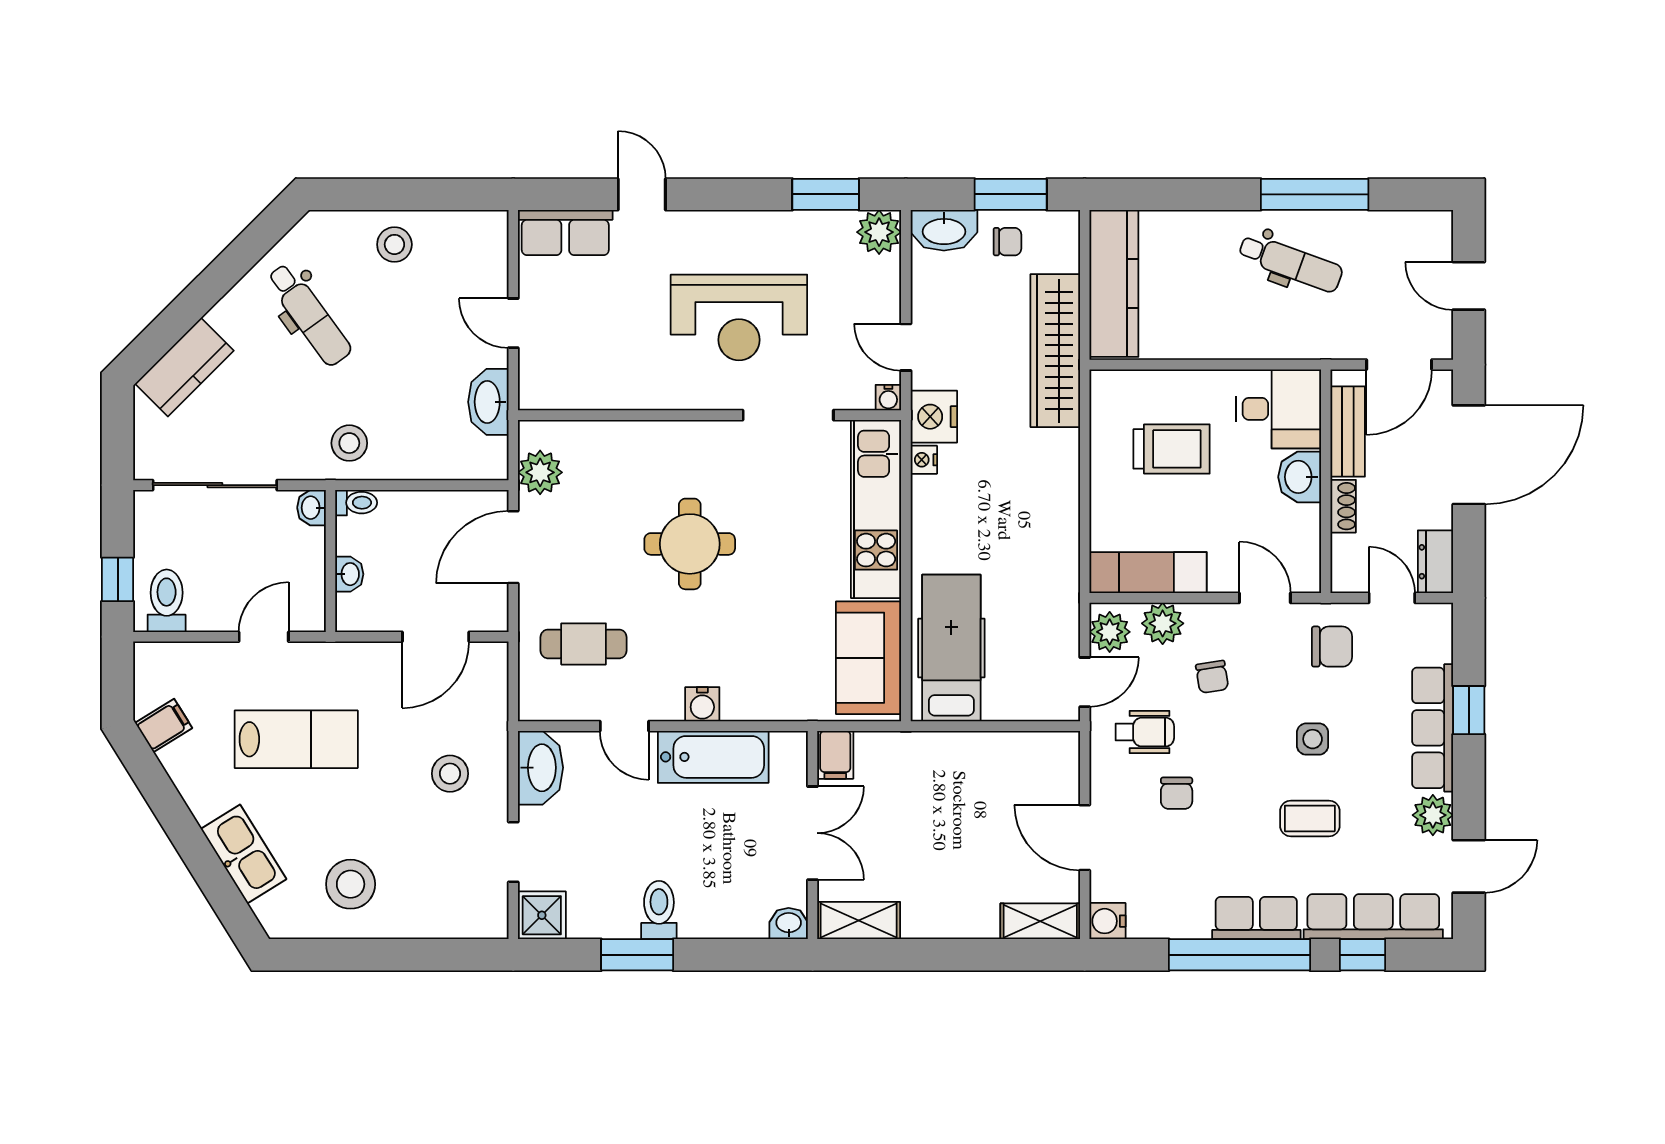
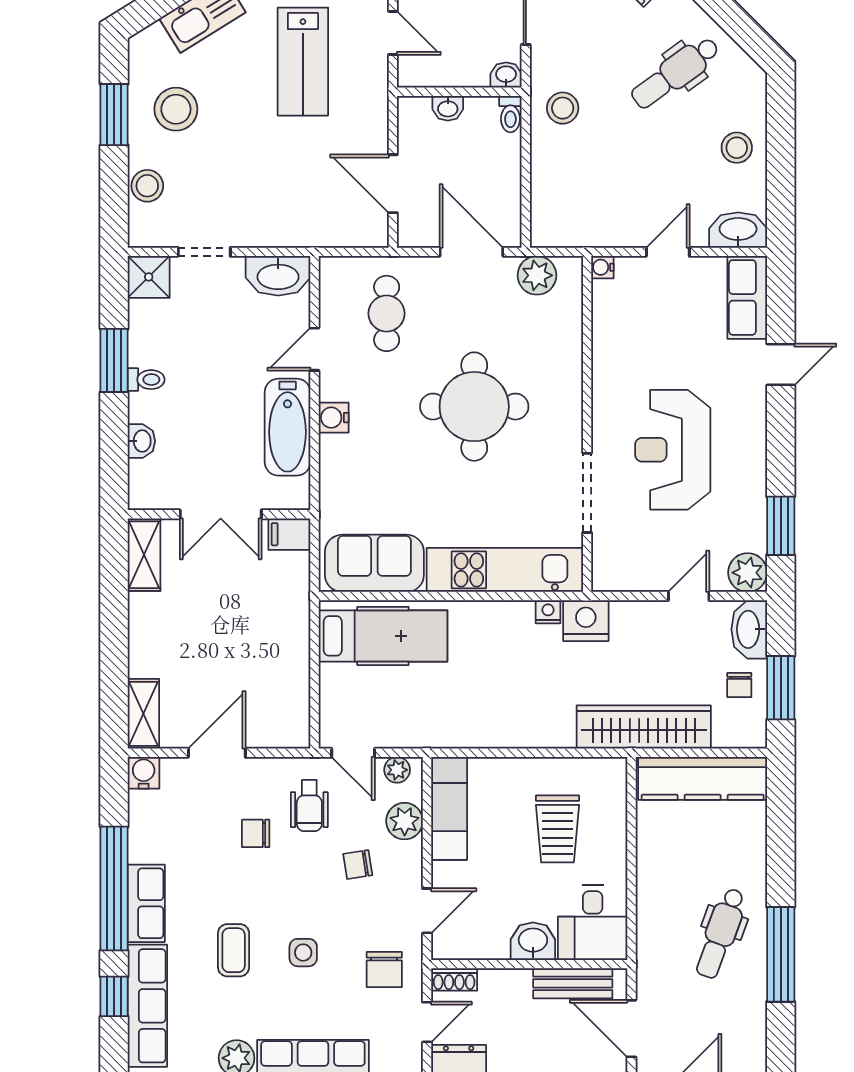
door: (906, 347) -> (689, 596), moved
water cooler: (888, 398) -> (602, 267), moved
washbasin: (488, 402) -> (738, 230), moved
shoe rack: (1343, 506) -> (454, 979), moved
round table: (690, 544) -> (474, 407), width x1.36, depth x1.36
plant: (1110, 632) -> (397, 770), width x0.73, depth x0.73
stool: (450, 774) -> (147, 186), moved
toilet: (659, 910) -> (146, 380), width x0.73, depth x0.72
washbasin: (789, 924) -> (141, 441), moved
window: (357, 955) -> (114, 115), added

